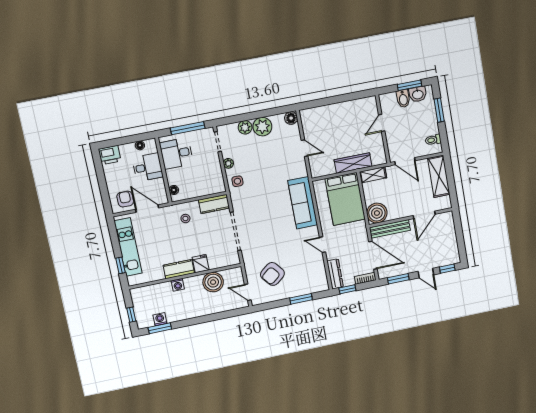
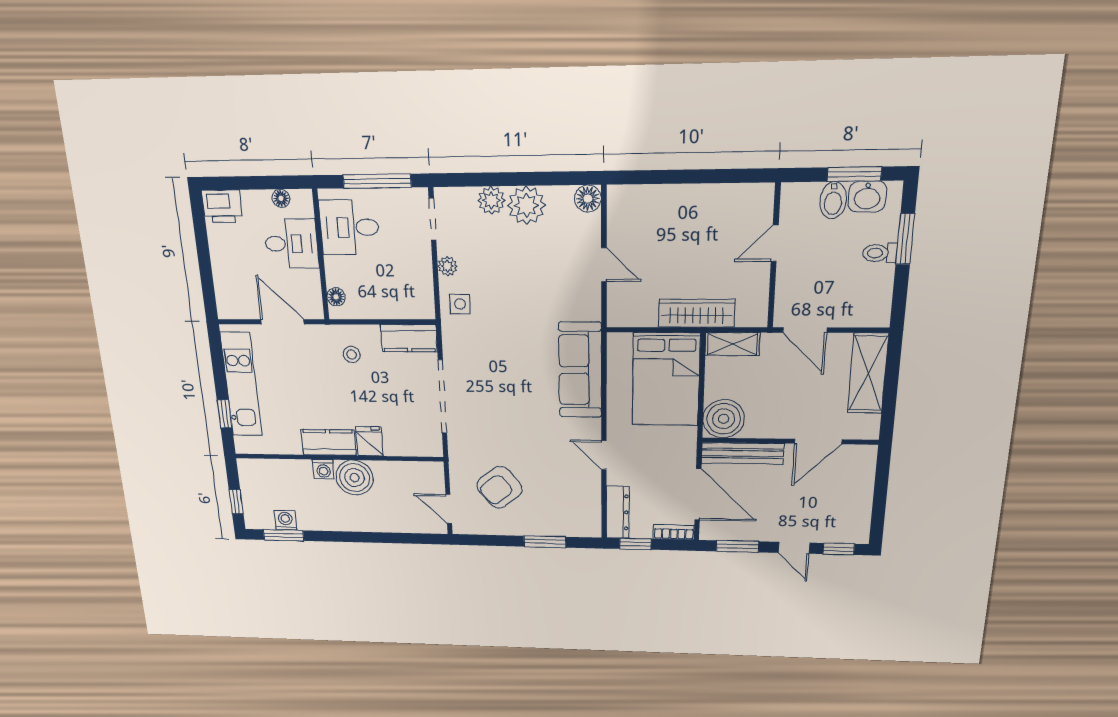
toilet: (433, 140) -> (880, 253), moved
armchair: (125, 199) -> (244, 296), removed
boiler: (213, 282) -> (355, 478), moved

